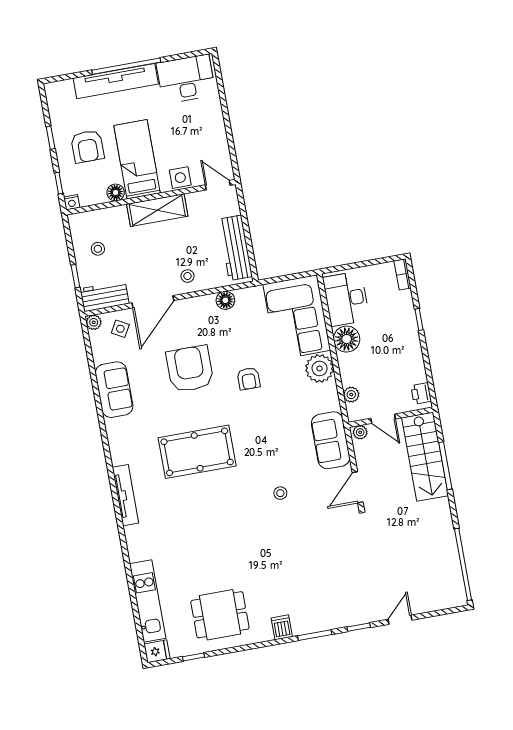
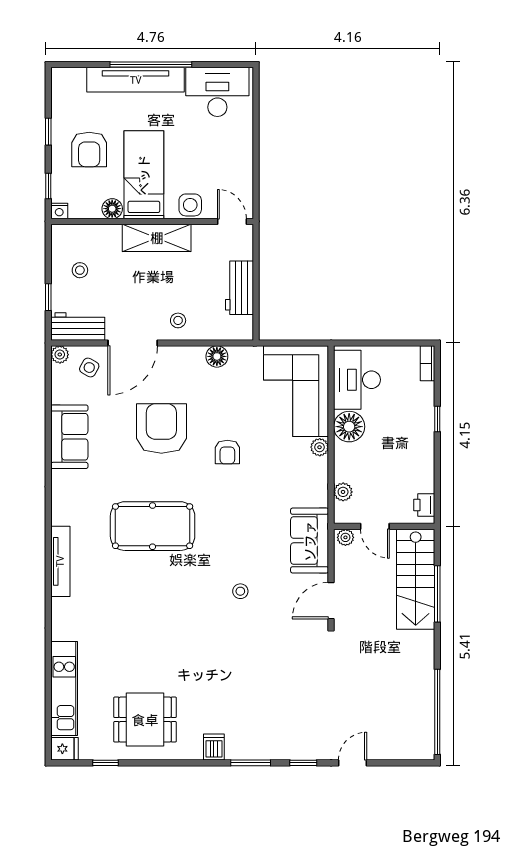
workbench: (235, 248) -> (239, 288), width x0.73
plant: (320, 368) -> (320, 447), width x0.53, depth x0.53

